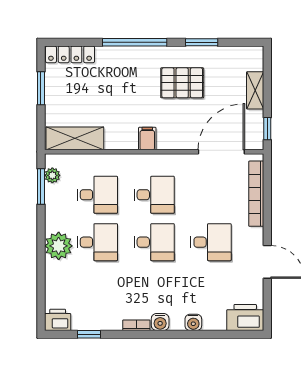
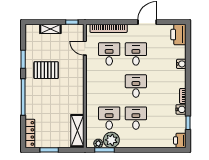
pallet: (182, 83) -> (46, 70), turned 90
filing cabinet: (147, 139) -> (77, 90), removed
door: (221, 152) -> (85, 48), width x0.53
desk: (154, 195) -> (109, 54), moved
plant: (59, 246) -> (111, 140), moved
water cooler: (160, 322) -> (181, 109), moved

